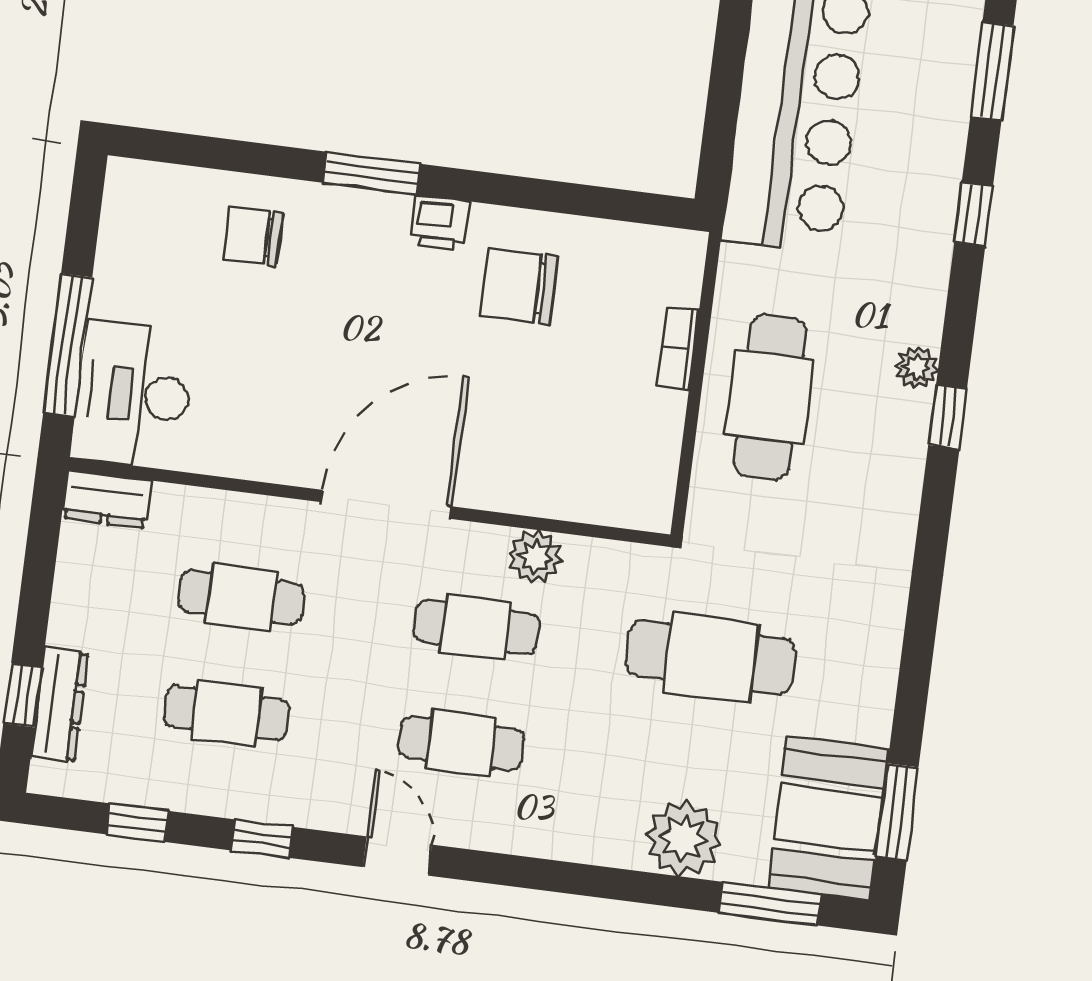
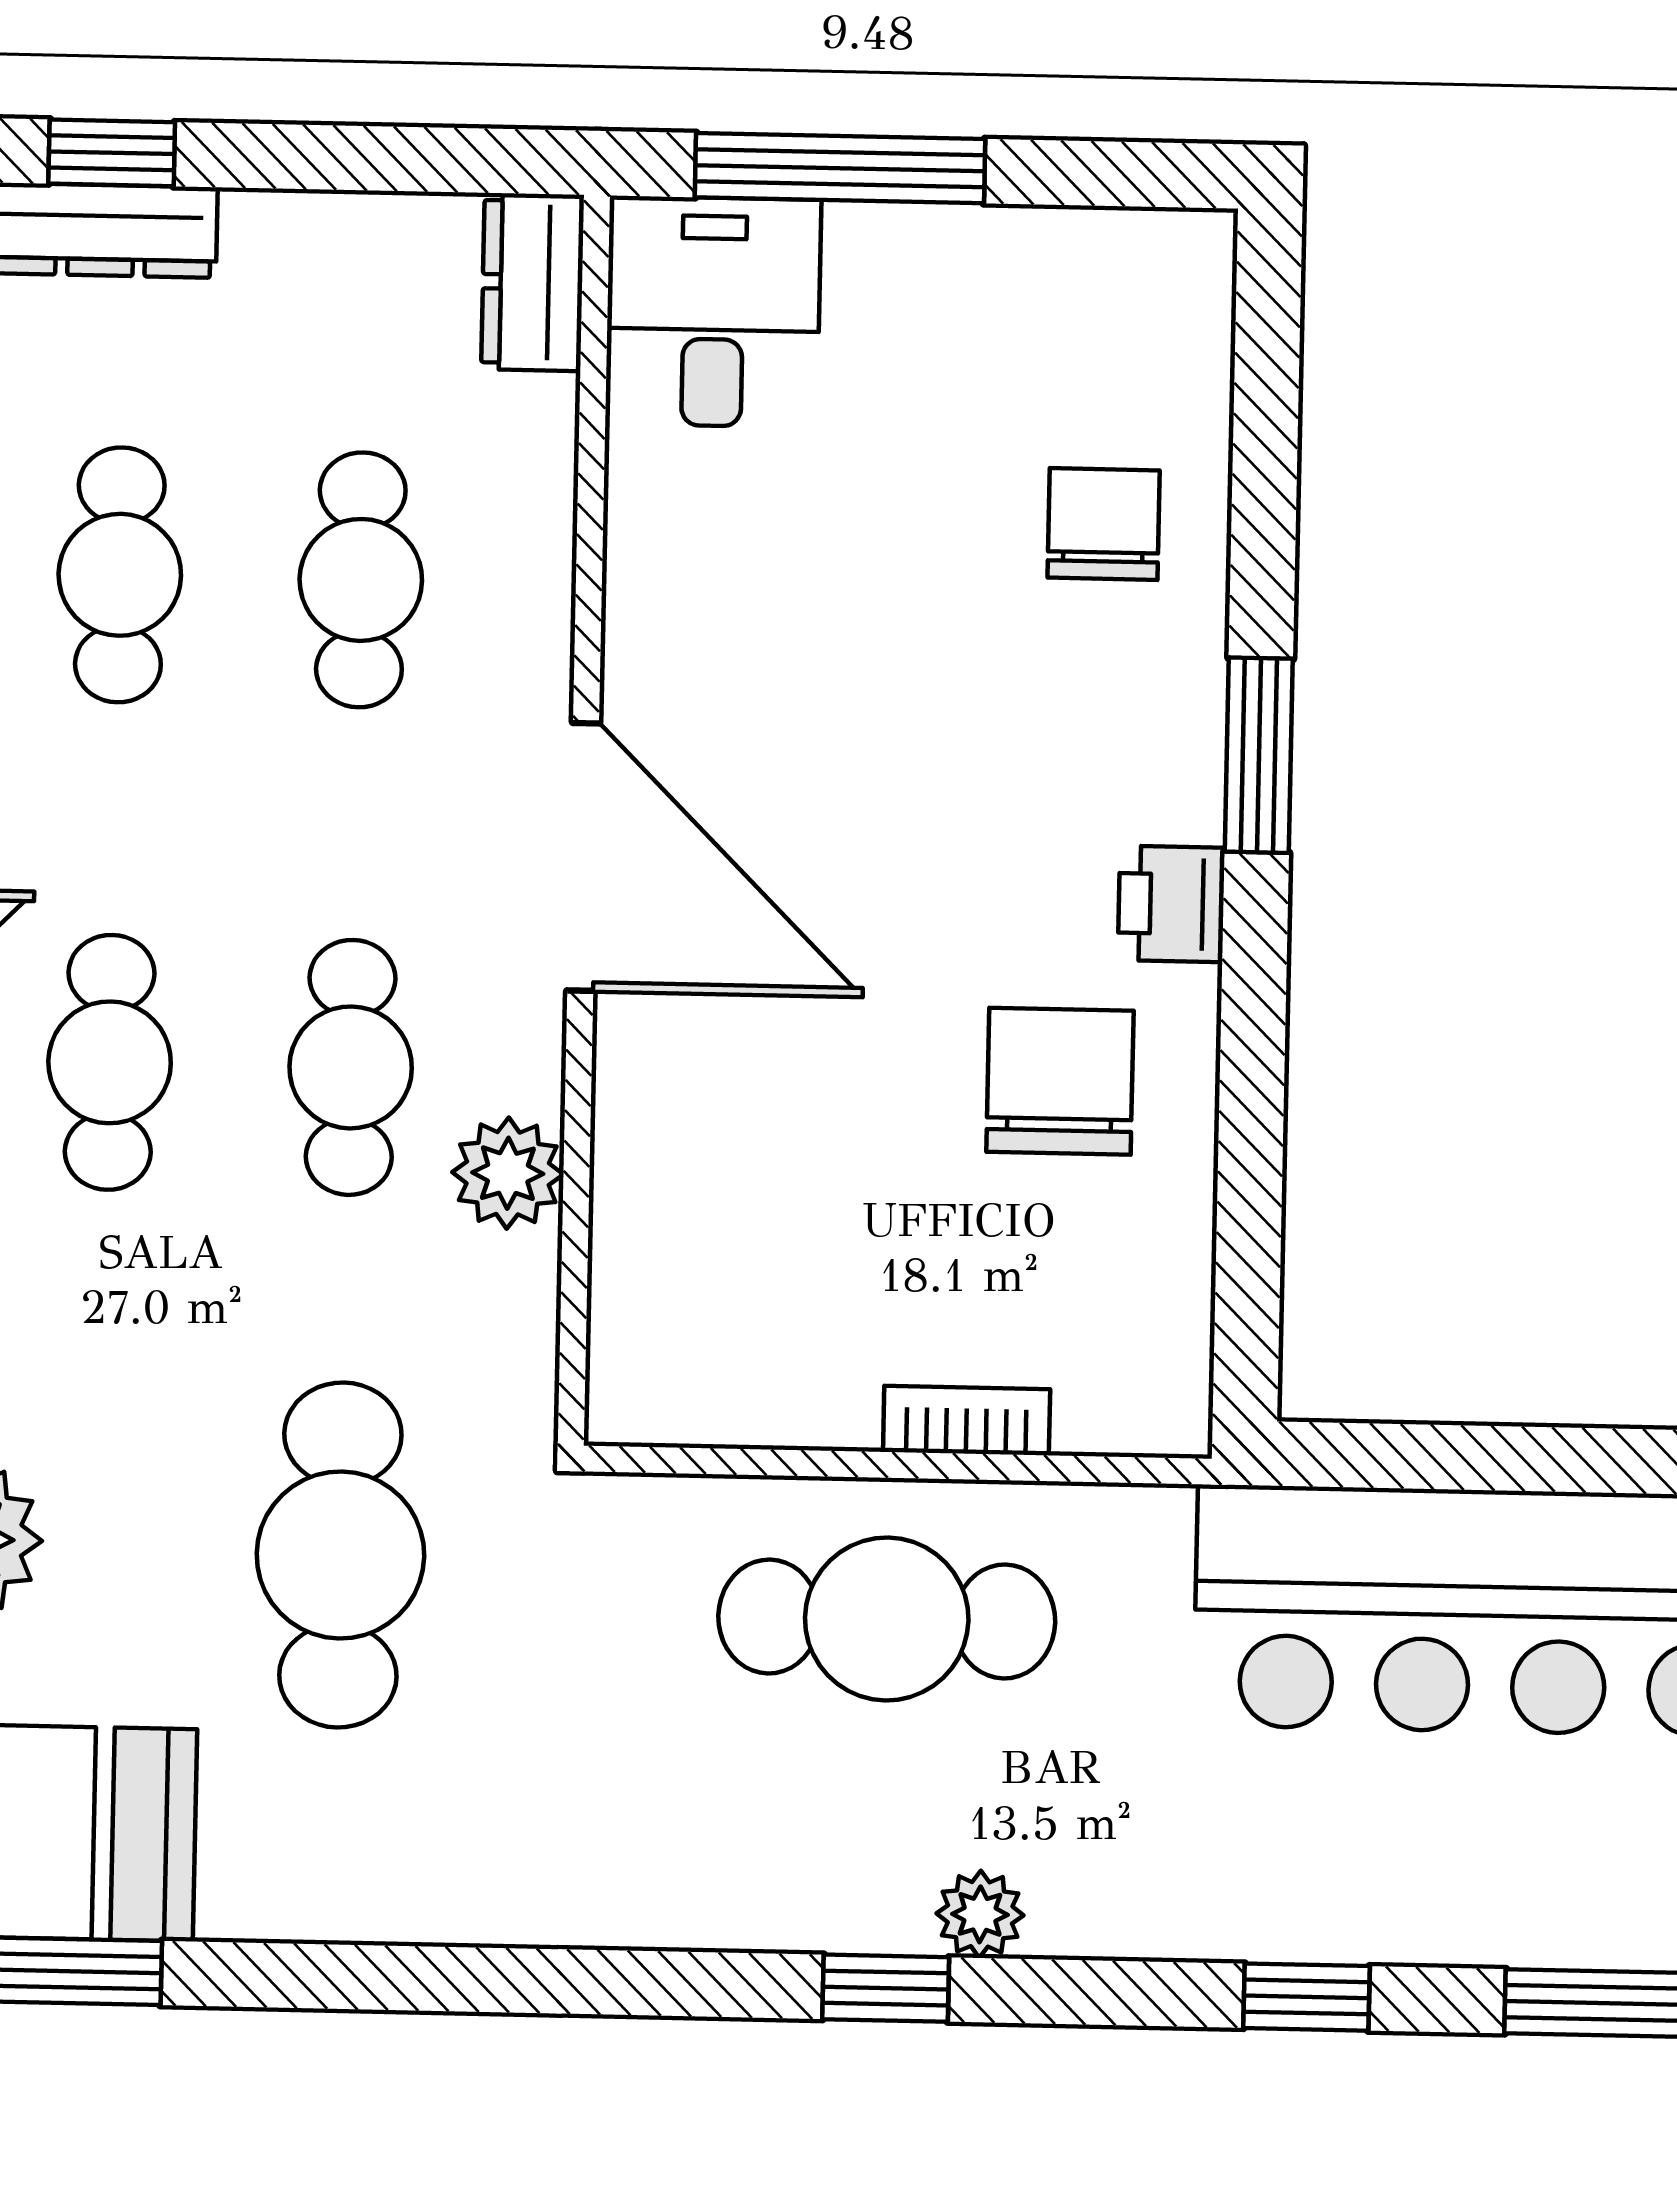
desk: (133, 395) -> (713, 312), width x0.73

